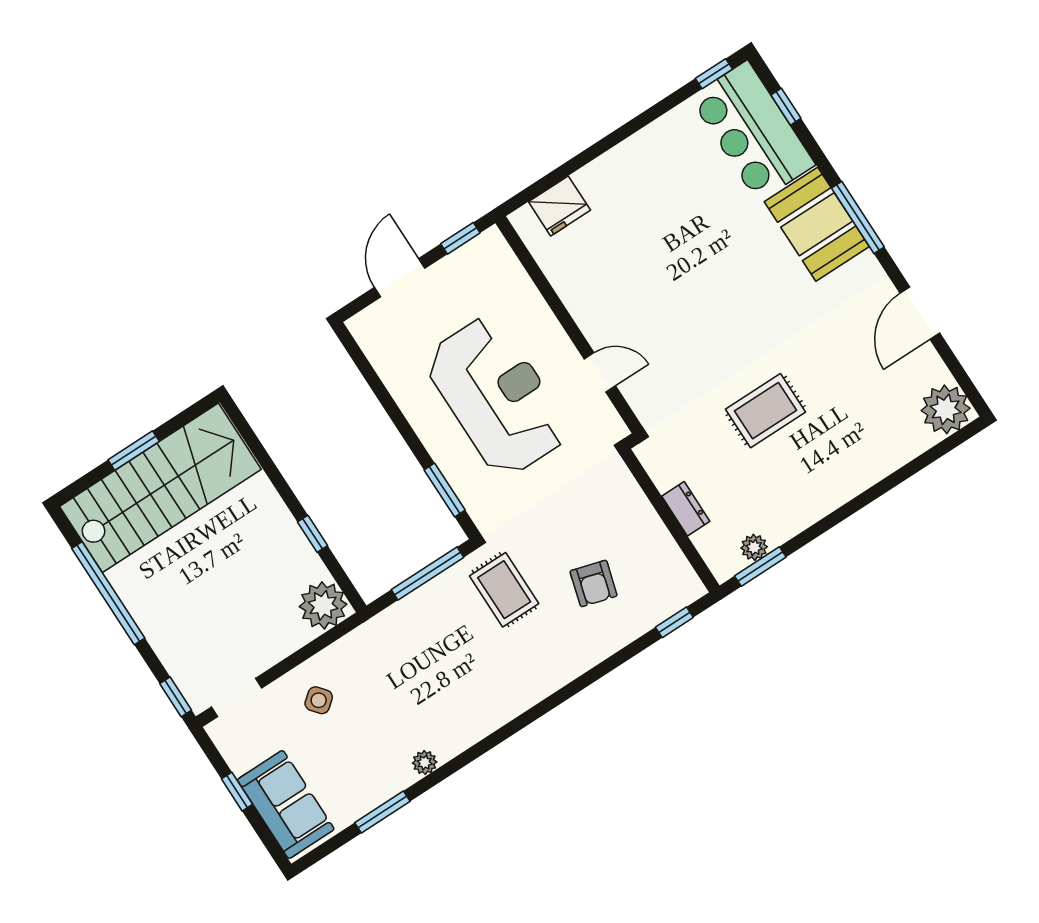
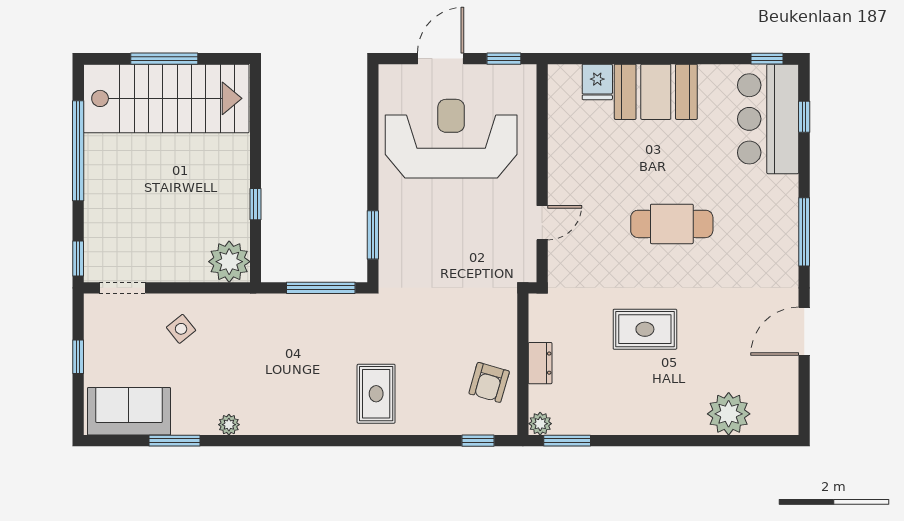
fridge: (559, 206) -> (597, 82), width x0.72
booth: (817, 224) -> (656, 92), moved, turned 90
cafe table: (726, 292) -> (672, 224), added
door: (600, 372) -> (542, 223), hinge flipped
reception desk: (497, 396) -> (451, 139), moved, turned -90
plant: (946, 409) -> (729, 414), moved
window: (134, 451) -> (164, 59), width x1.44
plant: (754, 547) -> (540, 424), moved
armchair: (594, 583) -> (489, 382), moved
rug: (504, 590) -> (376, 394), moved
sofa: (286, 804) -> (129, 411), moved, turned -90

